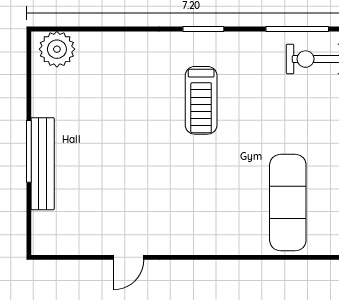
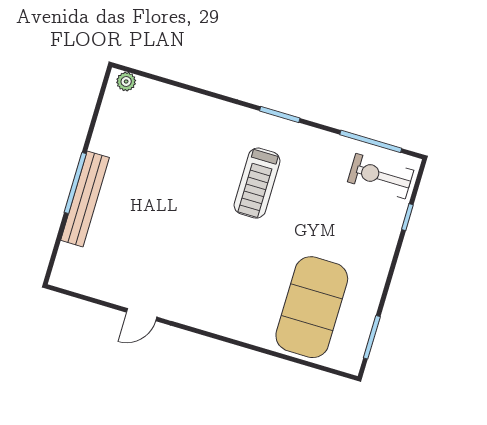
plant: (57, 49) -> (126, 82), width x0.53, depth x0.53
exercise mat: (288, 203) -> (312, 307), width x1.47

